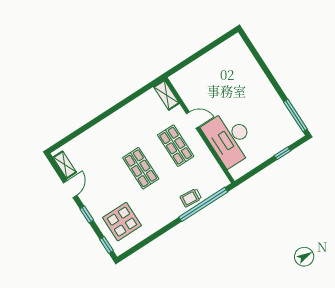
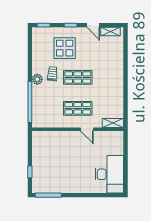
door: (193, 120) -> (87, 129), hinge flipped
desk: (230, 138) -> (109, 174), moved, turned 90
trolley: (191, 198) -> (52, 74), moved
plant: (172, 213) -> (37, 79), added
display table: (122, 222) -> (65, 48), moved

